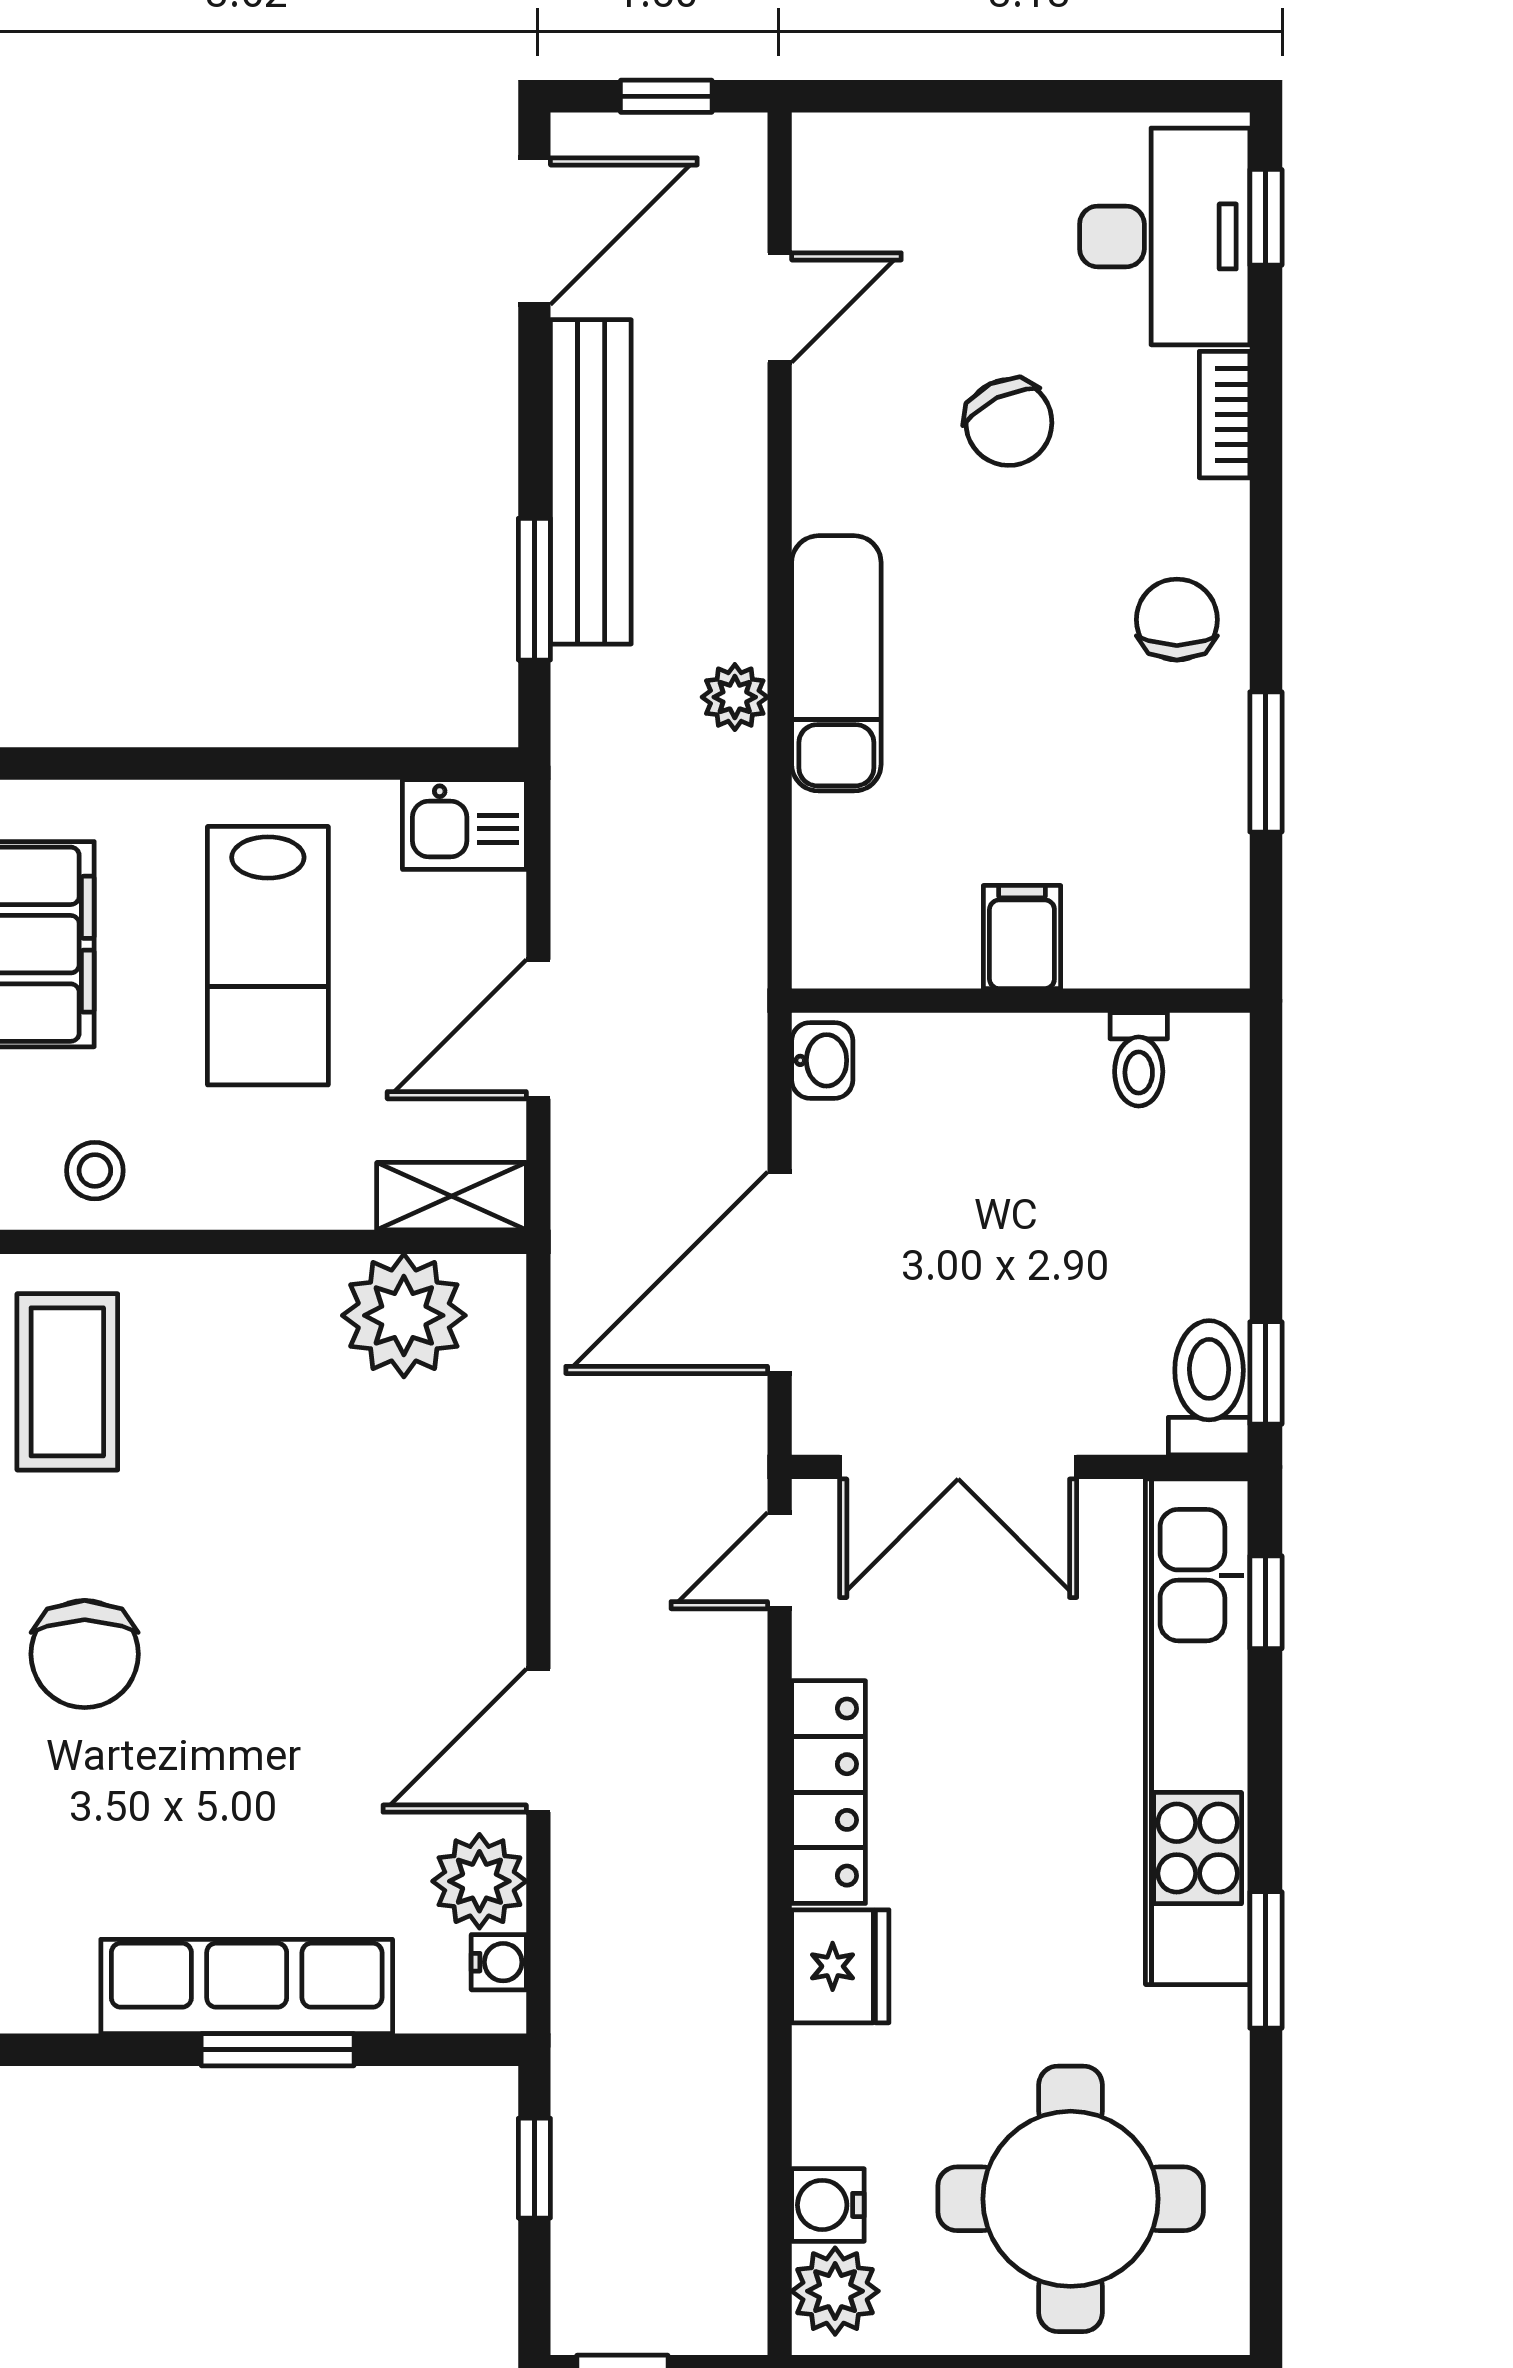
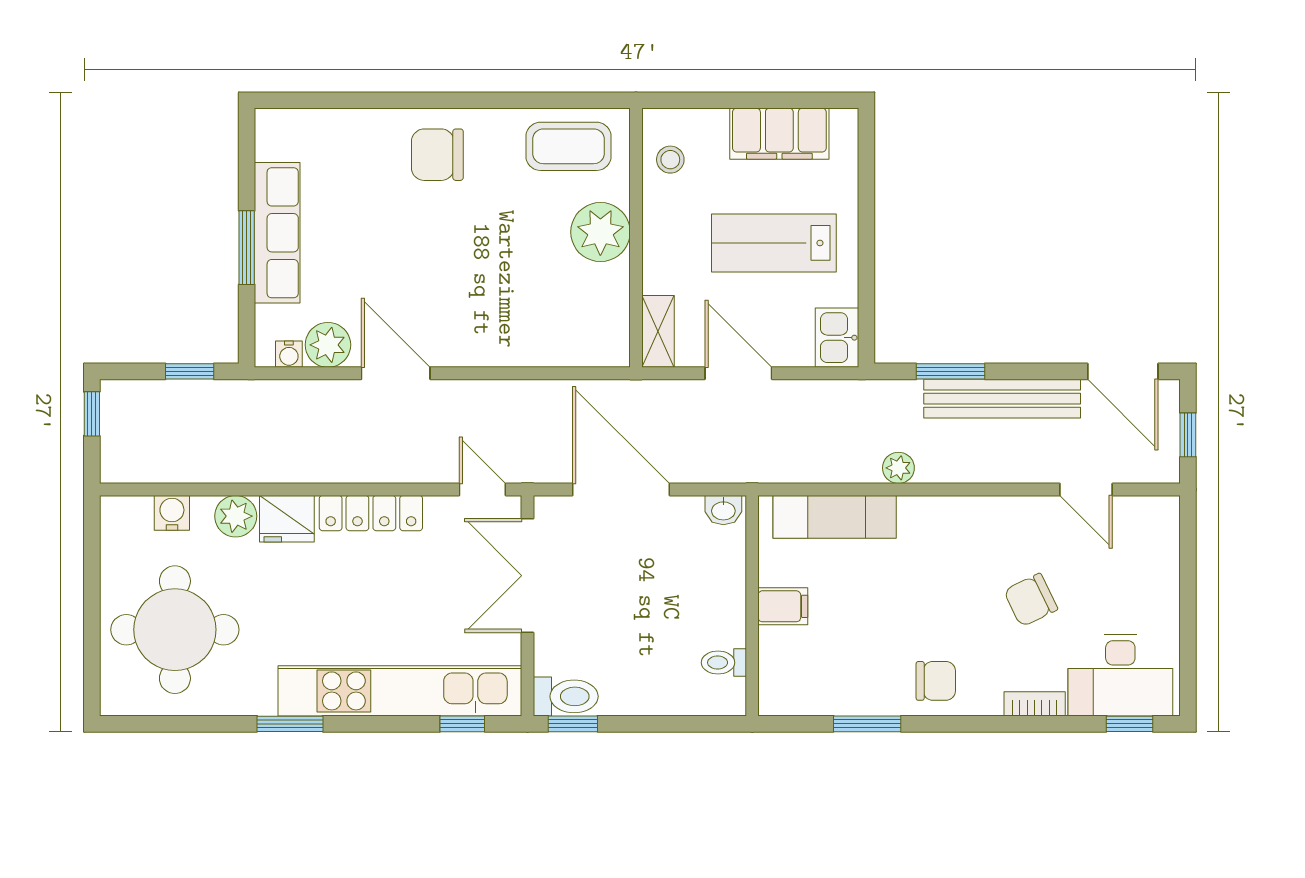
exam couch: (836, 663) -> (835, 517), moved
plant: (404, 1315) -> (600, 232), moved
plant: (835, 2291) -> (236, 516), moved

